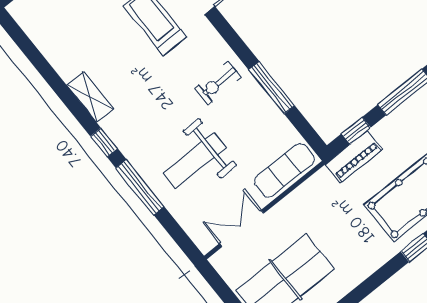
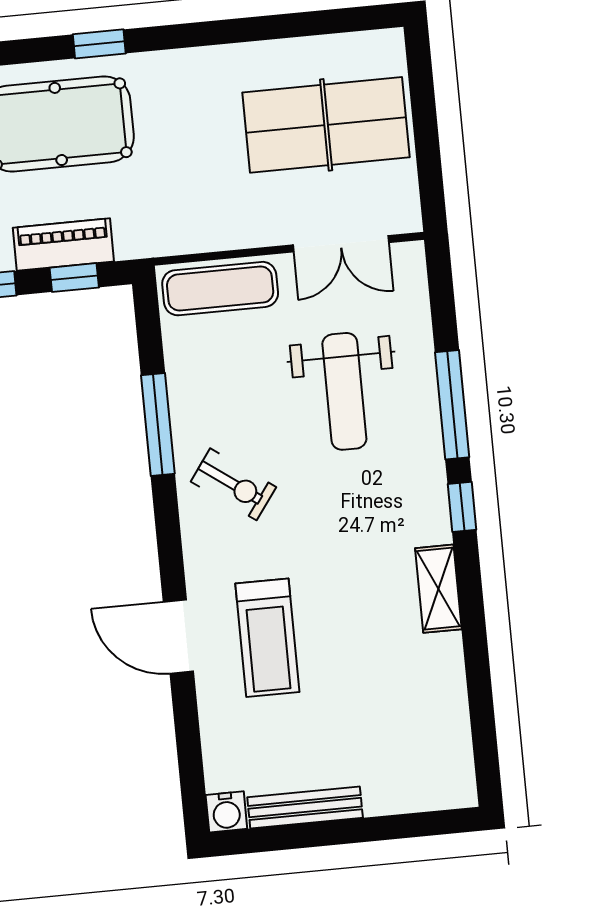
exercise bike: (218, 83) -> (233, 484), turned 36
piano: (354, 157) -> (63, 245), moved
weight bench: (195, 160) -> (344, 391), turned 90

